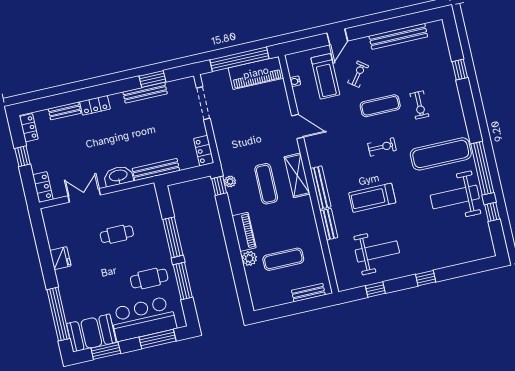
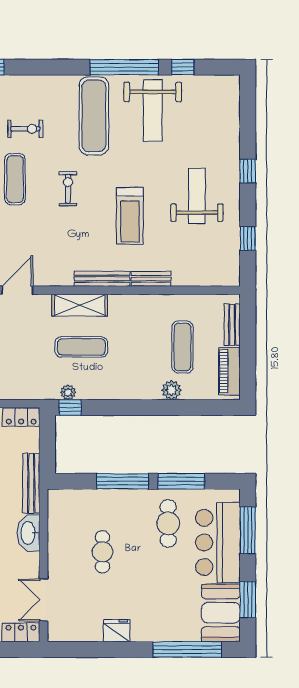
double door: (84, 195) -> (44, 600), moved
piano: (244, 232) -> (229, 371), moved, turned -90
weight bench: (377, 251) -> (197, 196), moved

